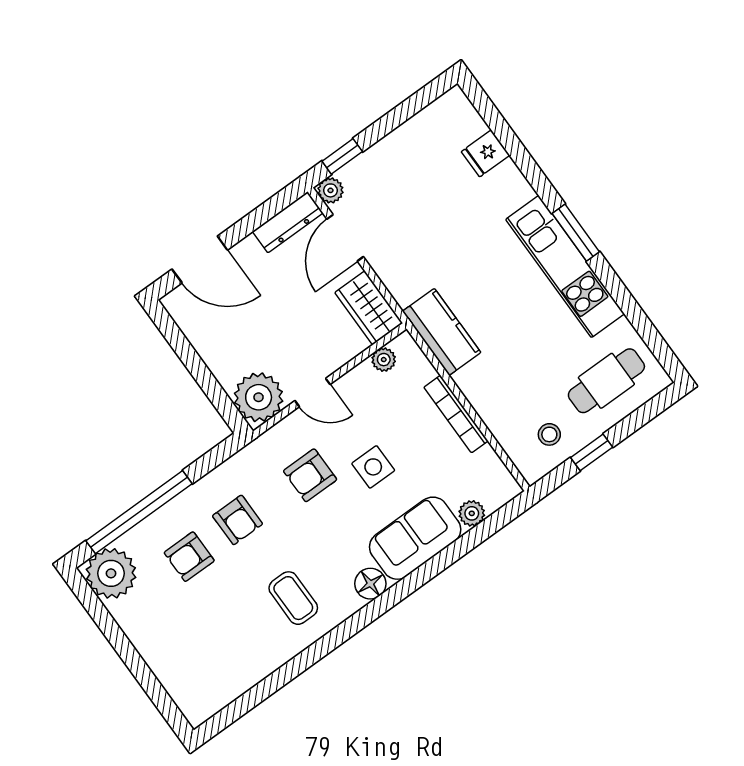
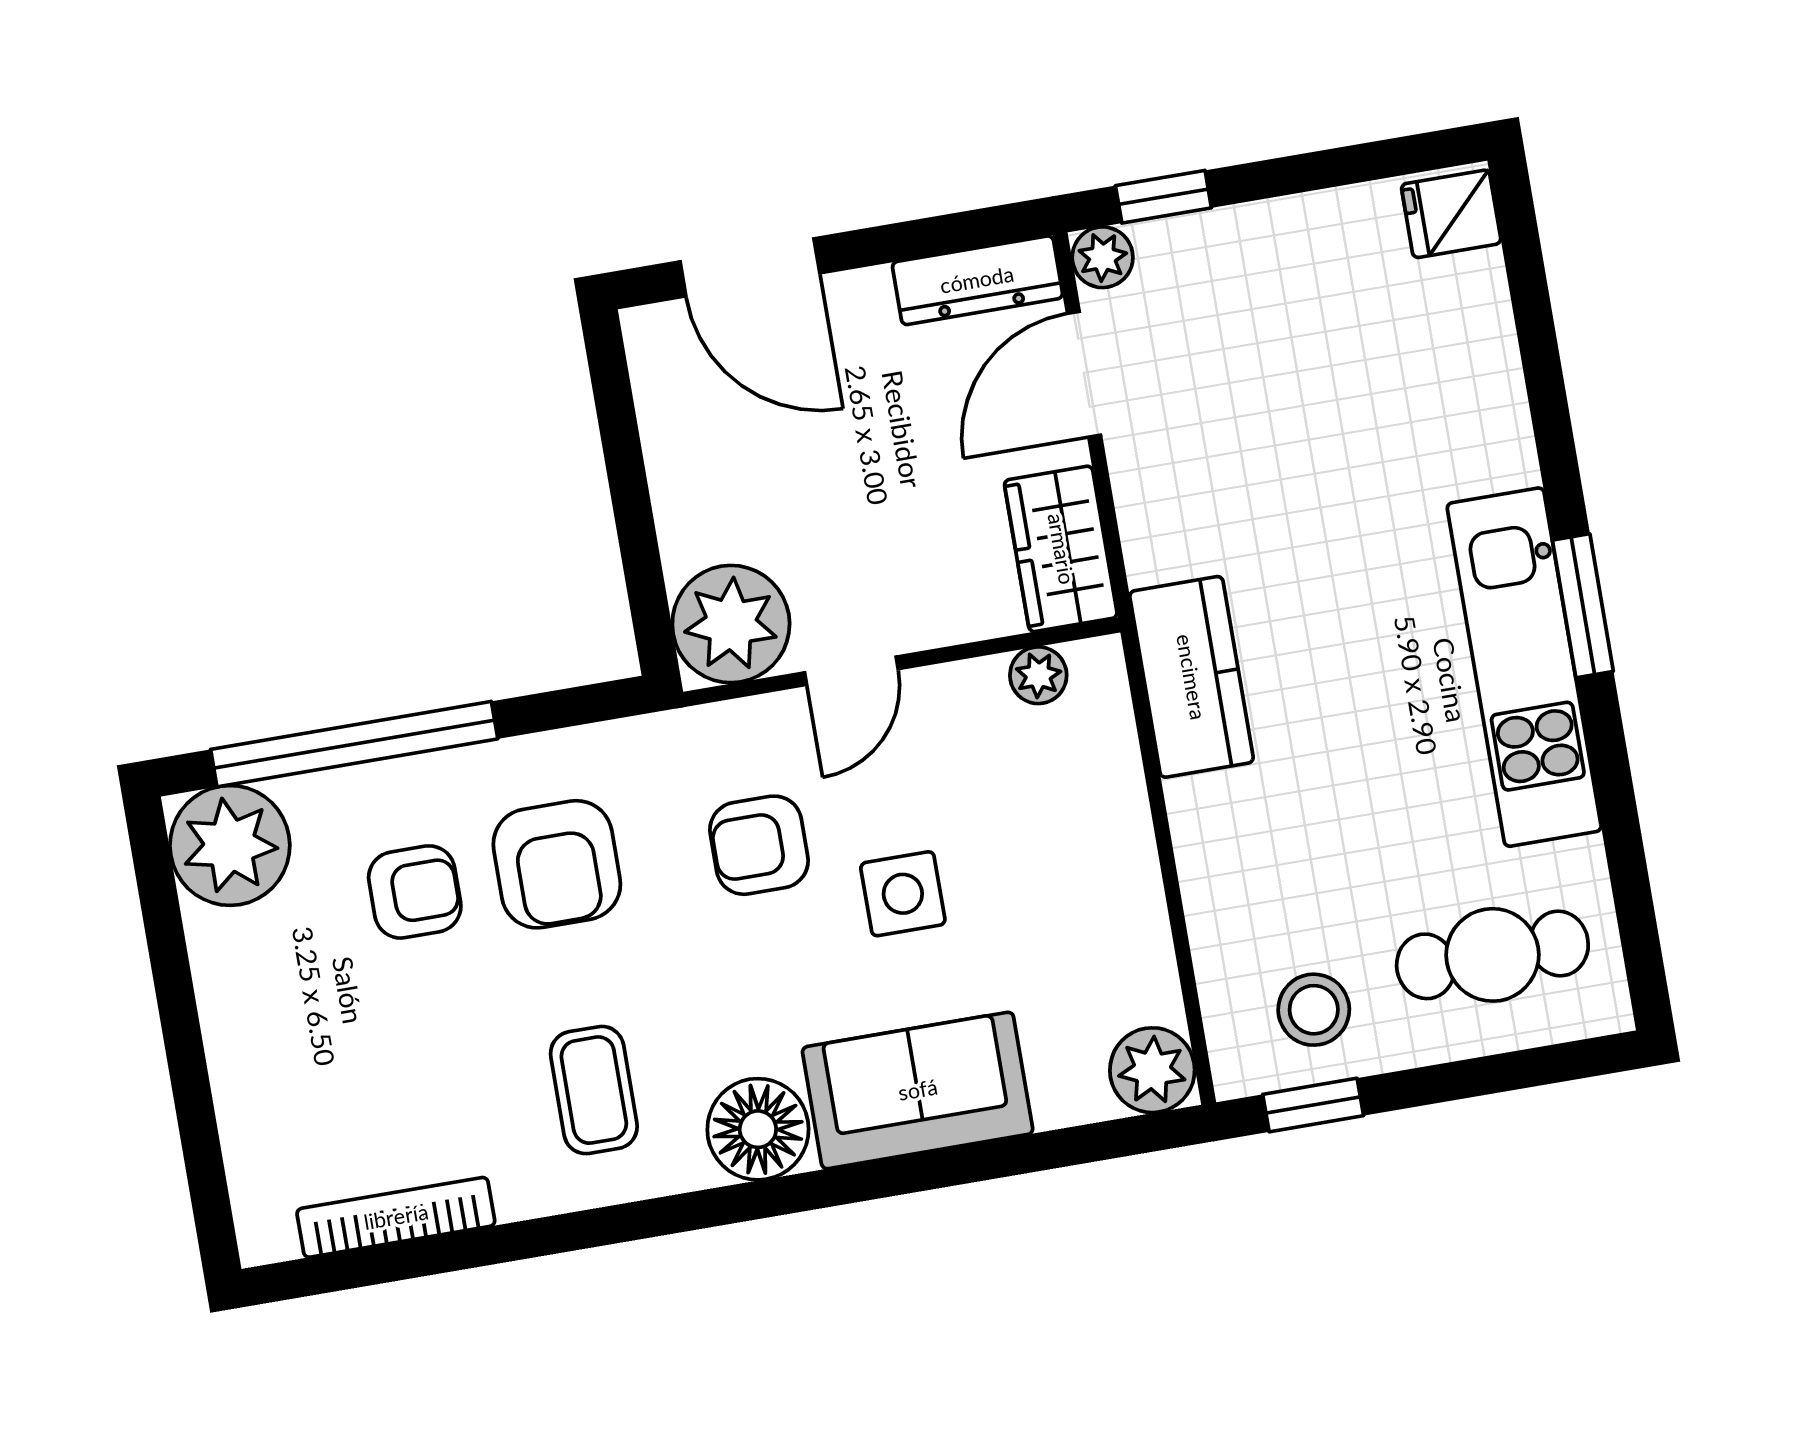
fridge: (485, 153) -> (1451, 214), moved
door: (313, 393) -> (851, 671), hinge flipped
bookcase: (456, 414) -> (396, 1217), moved, turned 90
stool: (549, 434) -> (1314, 1010), width x1.37, depth x1.37
window: (592, 452) -> (1313, 1105), moved
plant: (472, 513) -> (1152, 1070), moved, width x1.38, depth x1.38
armchair: (238, 520) -> (557, 864), width x1.38, depth x1.38
armchair: (189, 557) -> (415, 892), turned 180
floor lamp: (370, 584) -> (758, 1129), width x1.38, depth x1.38

